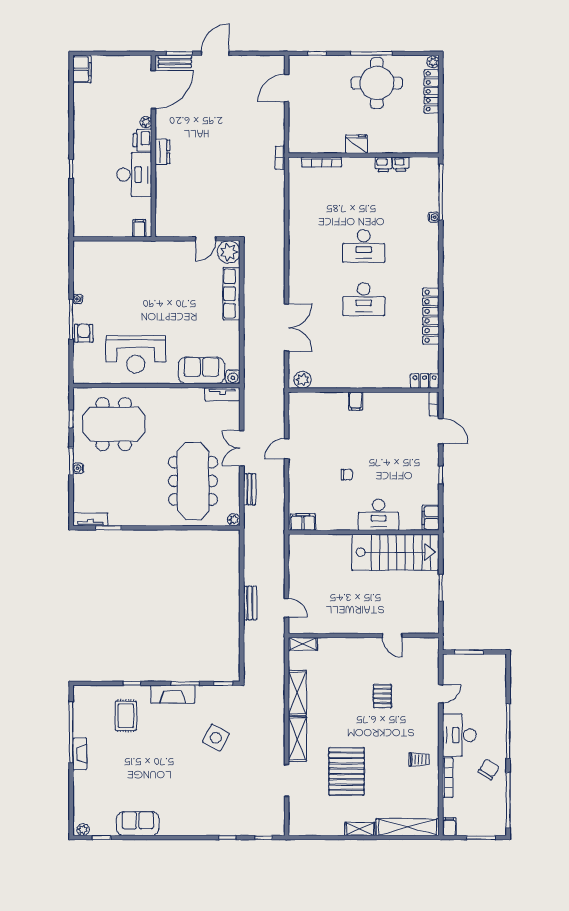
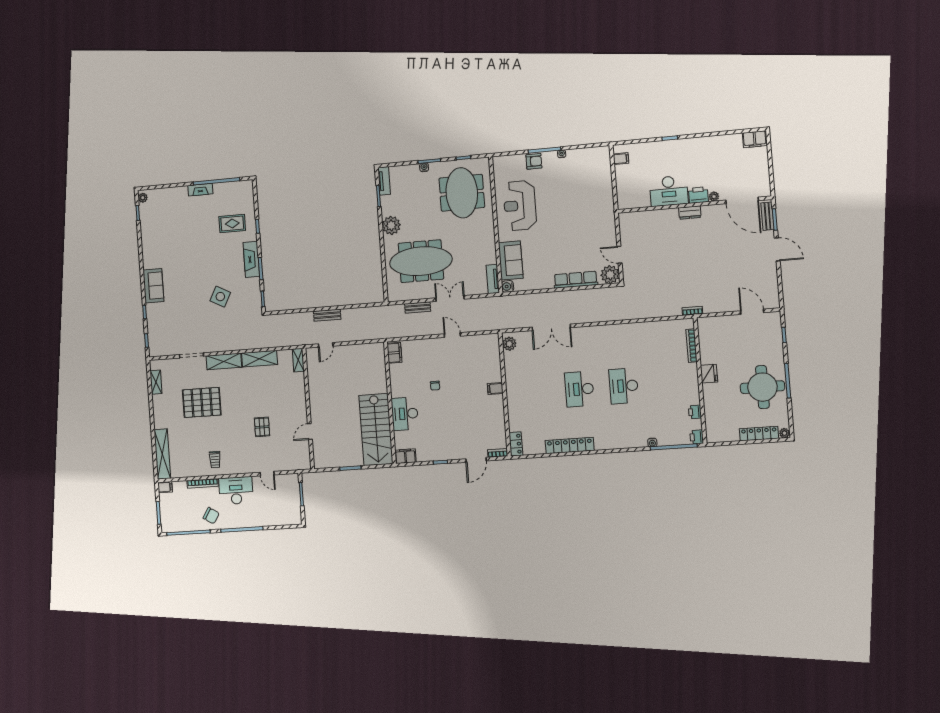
printer: (383, 164) -> (697, 437), moved
filing cabinet: (139, 228) -> (621, 159), moved
plant: (234, 520) -> (391, 225), moved, width x1.88, depth x1.88
pallet: (382, 696) -> (262, 427), turned 90
sofa: (138, 824) -> (153, 286), moved
shelving: (360, 829) -> (156, 382), moved

